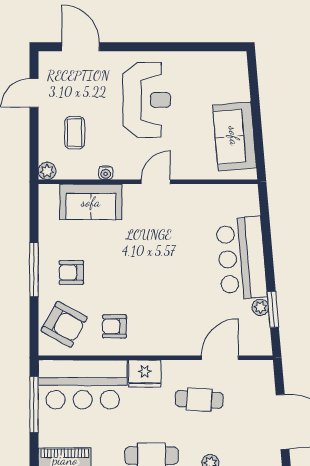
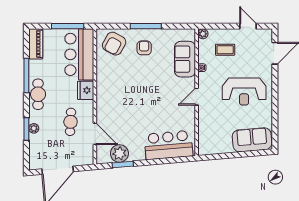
sofa: (234, 136) -> (252, 140), moved
door: (156, 182) -> (197, 97), swing flipped
bar counter: (242, 258) -> (169, 145), moved
plant: (260, 307) -> (119, 153), width x1.87, depth x1.87
armchair: (114, 326) -> (113, 73), removed

